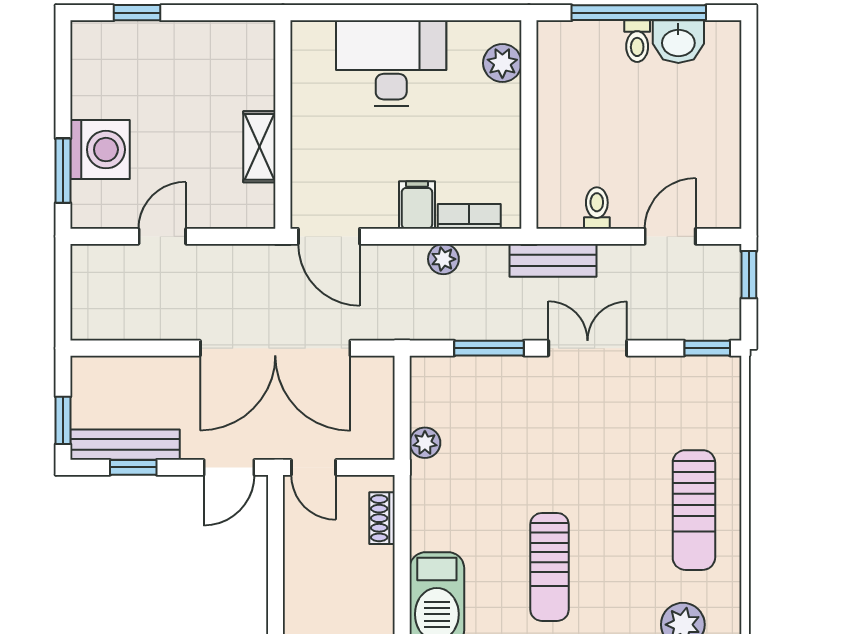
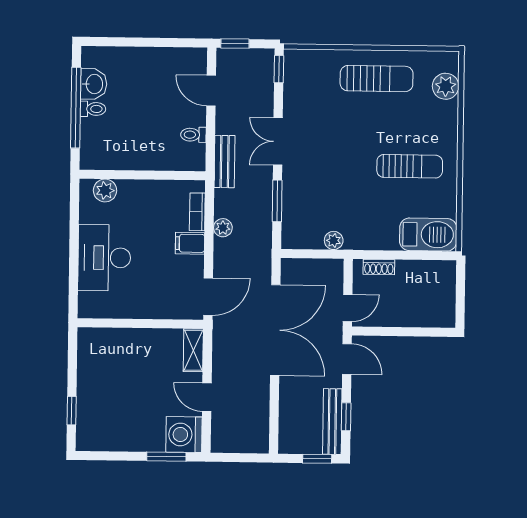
shelving: (259, 147) -> (193, 350), moved, turned 90
washing machine: (100, 150) -> (184, 435), moved, turned -90

